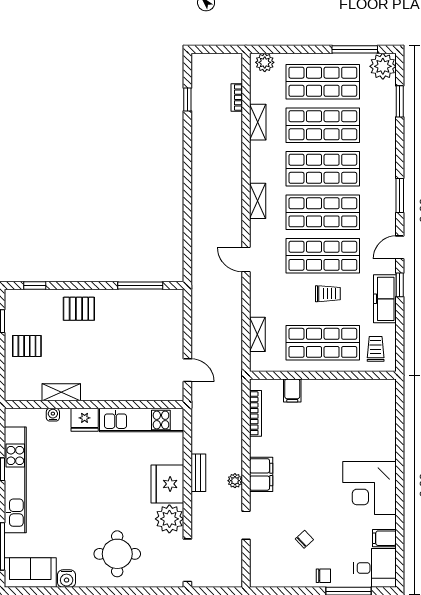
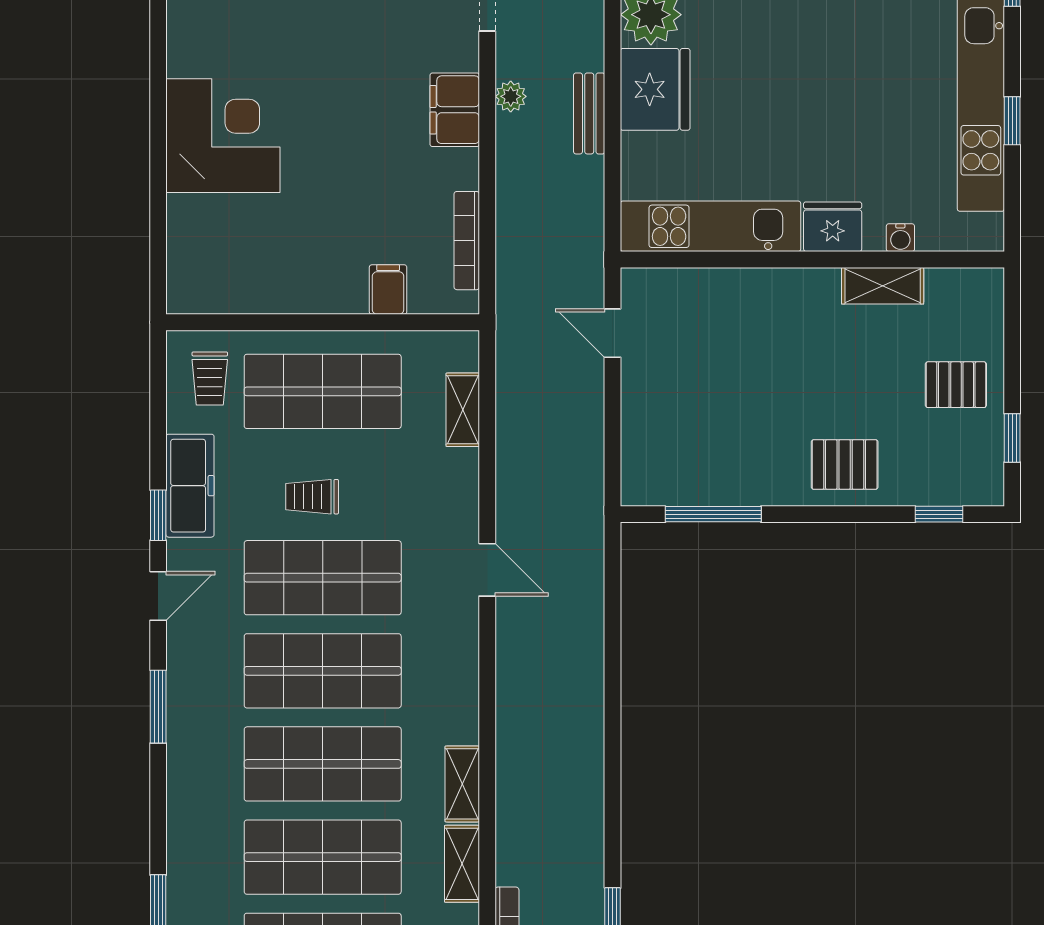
shelving: (258, 201) -> (462, 784), moved
corner desk: (369, 488) -> (223, 136), moved

